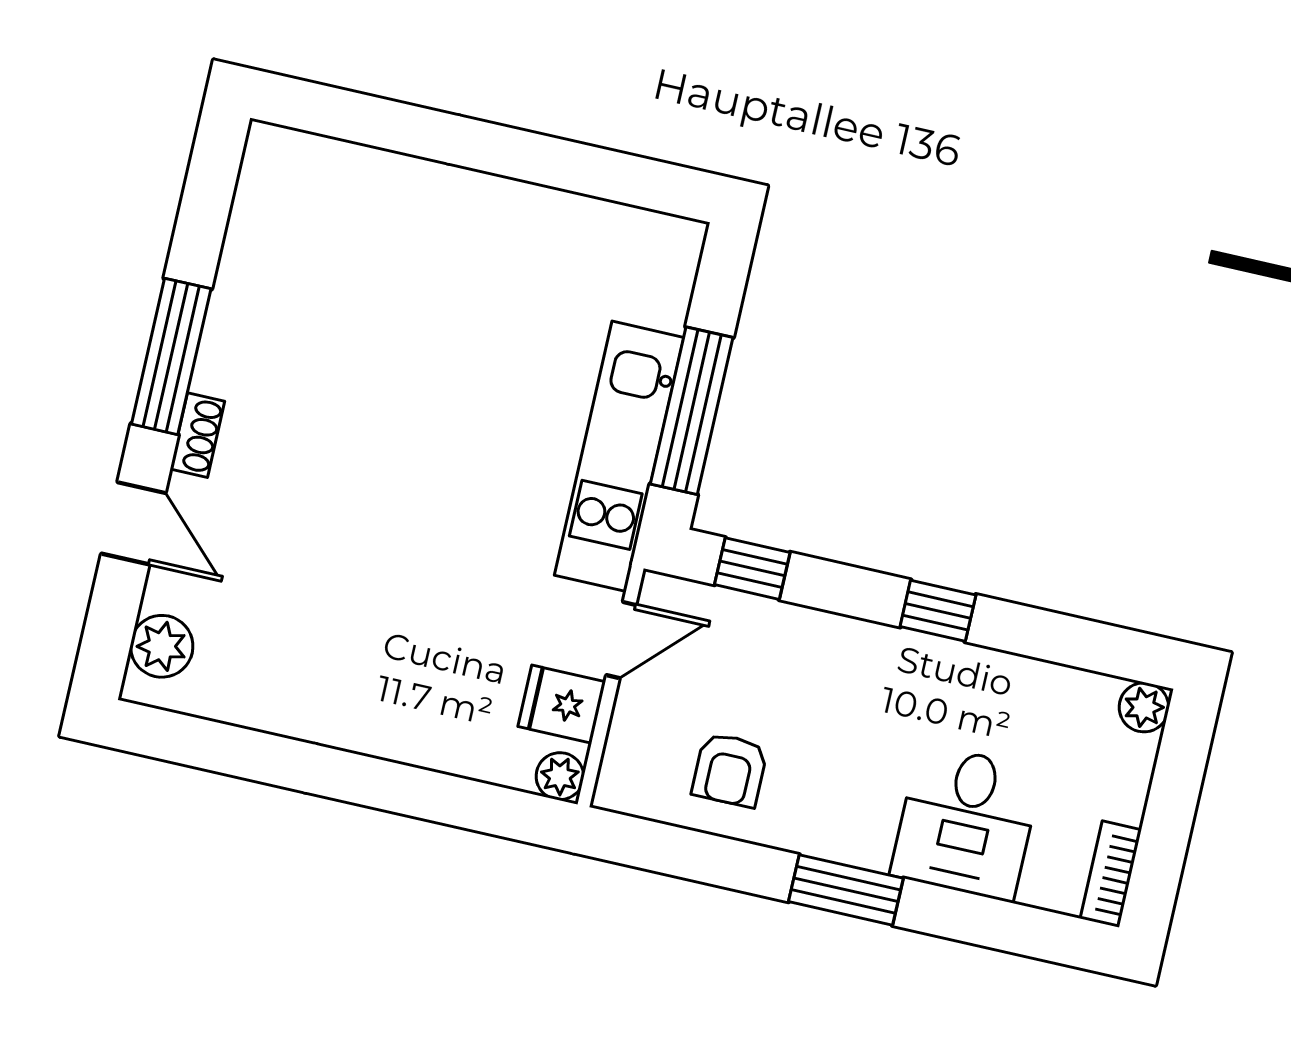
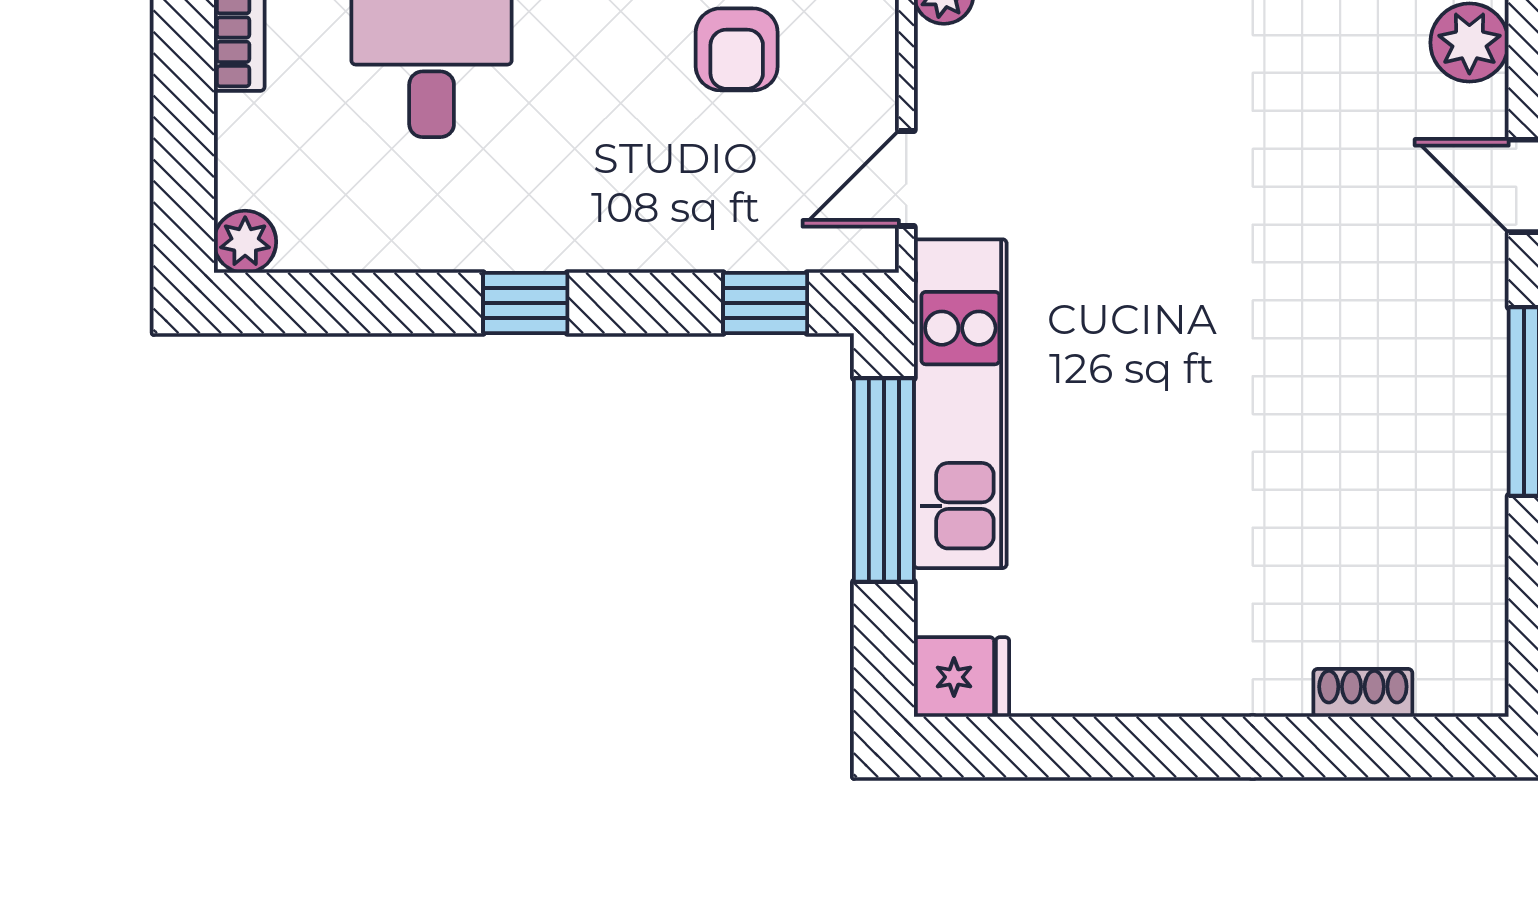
shoe rack: (197, 435) -> (1363, 693), moved, turned 90
fridge: (562, 704) -> (962, 677), moved
armchair: (730, 770) -> (737, 49), turned 180

